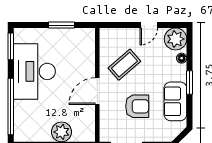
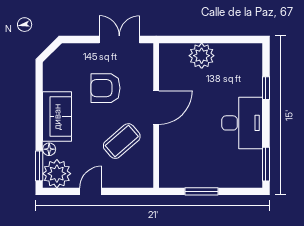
desk: (34, 71) -> (242, 123), width x0.73, depth x0.77
window: (190, 83) -> (39, 166), moved
sofa: (175, 101) -> (57, 117), moved
window: (11, 106) -> (266, 88), width x0.32

